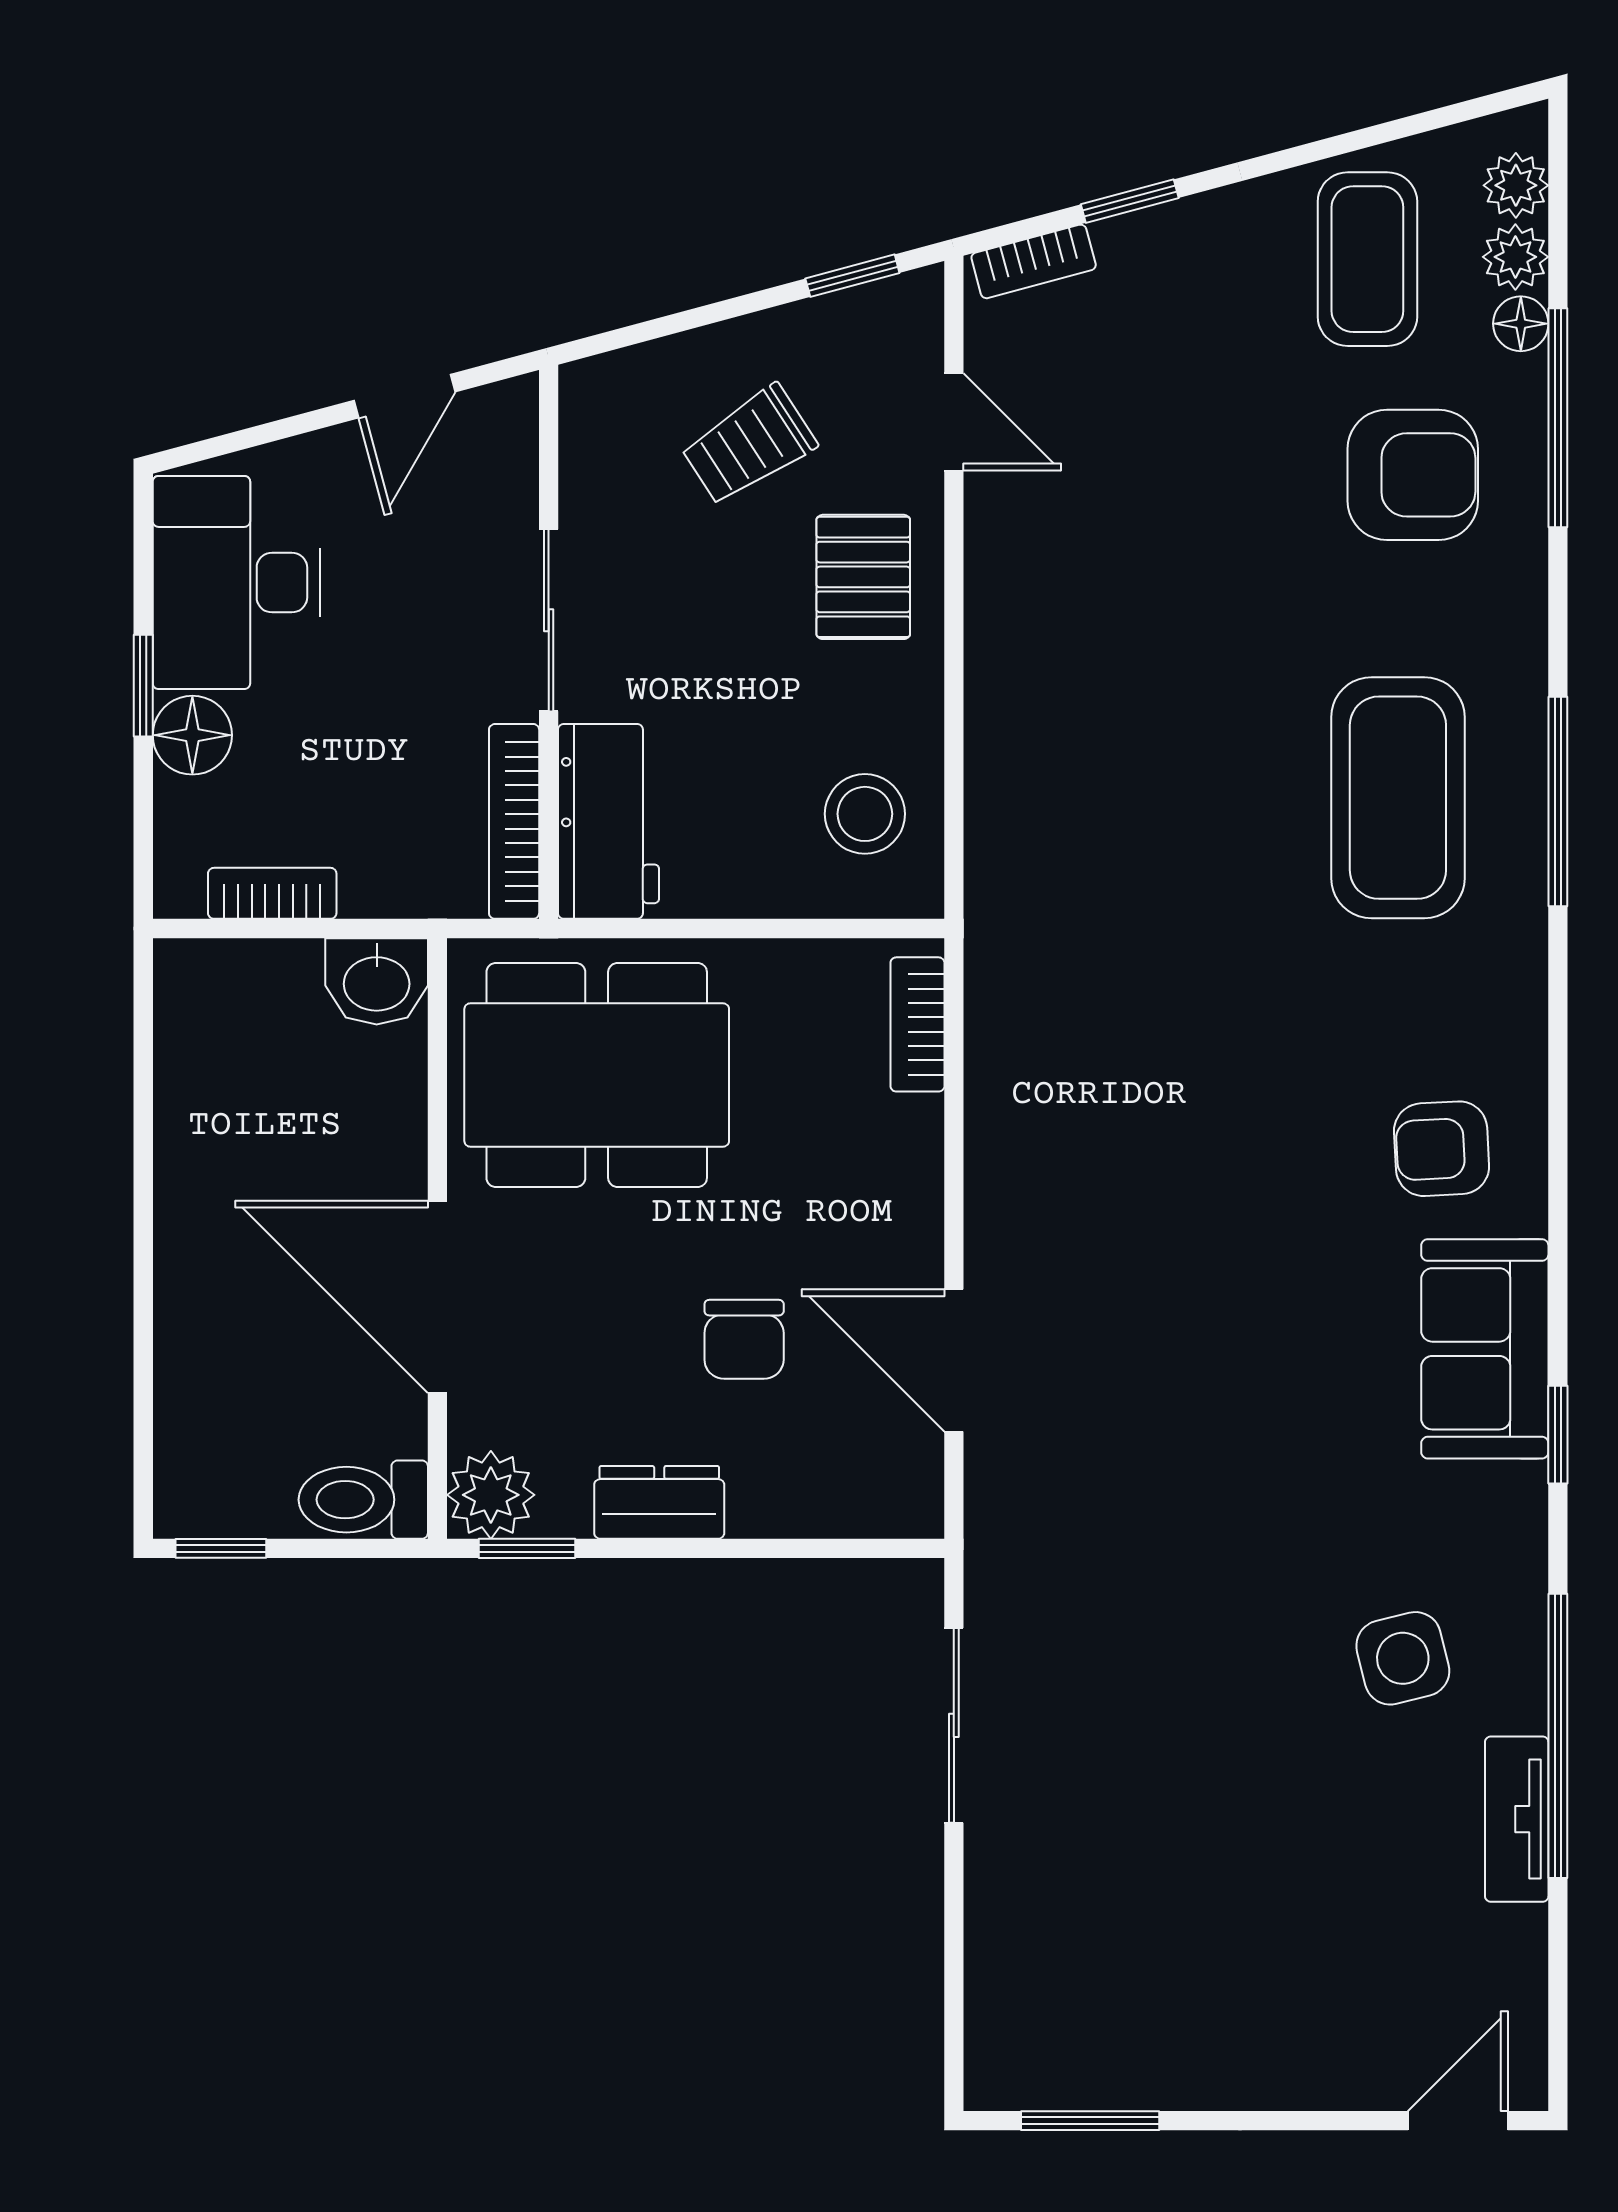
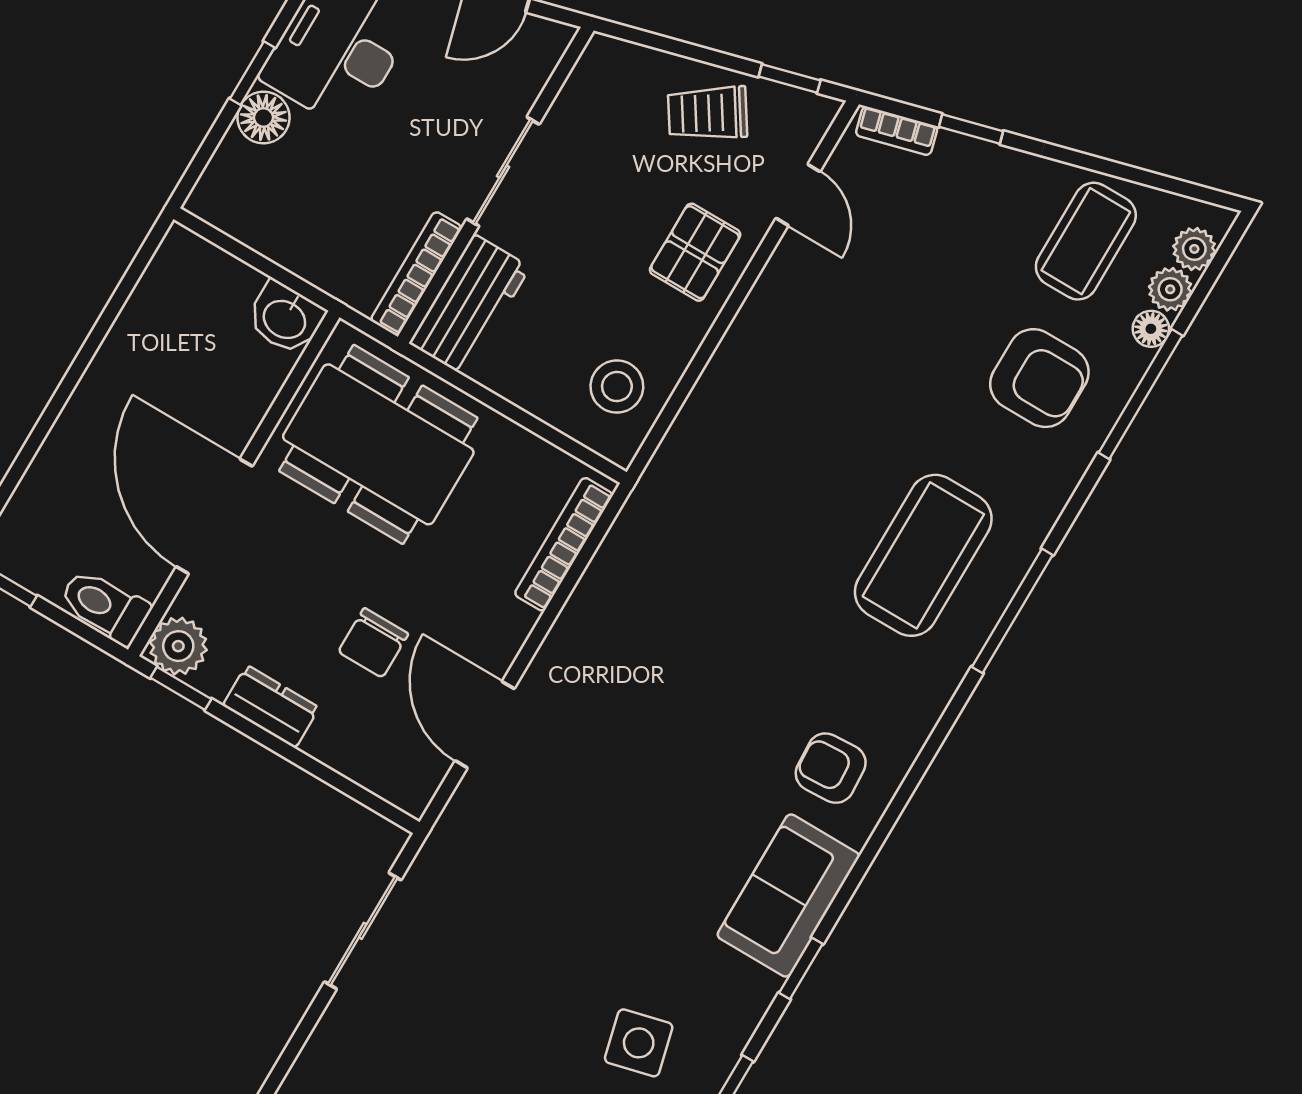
trolley: (749, 445) -> (708, 113), moved
bookcase: (272, 893) -> (256, 233), removed
bookcase: (917, 1024) -> (564, 544), width x1.56

